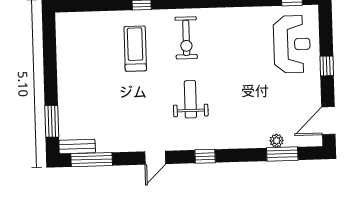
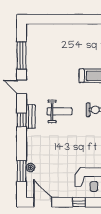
window: (52, 121) -> (48, 19), removed
bench: (77, 147) -> (30, 117), moved
window: (92, 160) -> (22, 55), moved

